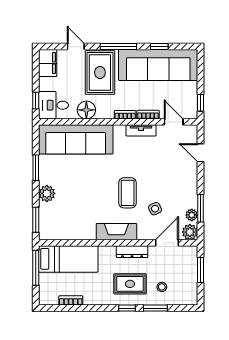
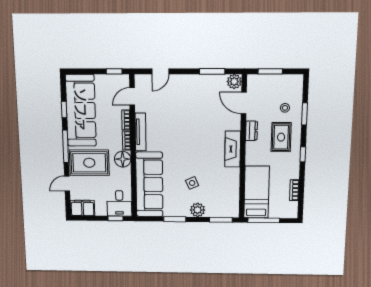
floor lamp: (86, 110) -> (123, 159), moved
tv unit: (141, 130) -> (141, 132), width x1.41
coffee table: (128, 193) -> (197, 139), removed
side table: (155, 209) -> (192, 183), moved
plant: (192, 215) -> (218, 80), removed
dresser: (132, 252) -> (251, 131), width x0.70
window: (127, 308) -> (303, 154), moved

